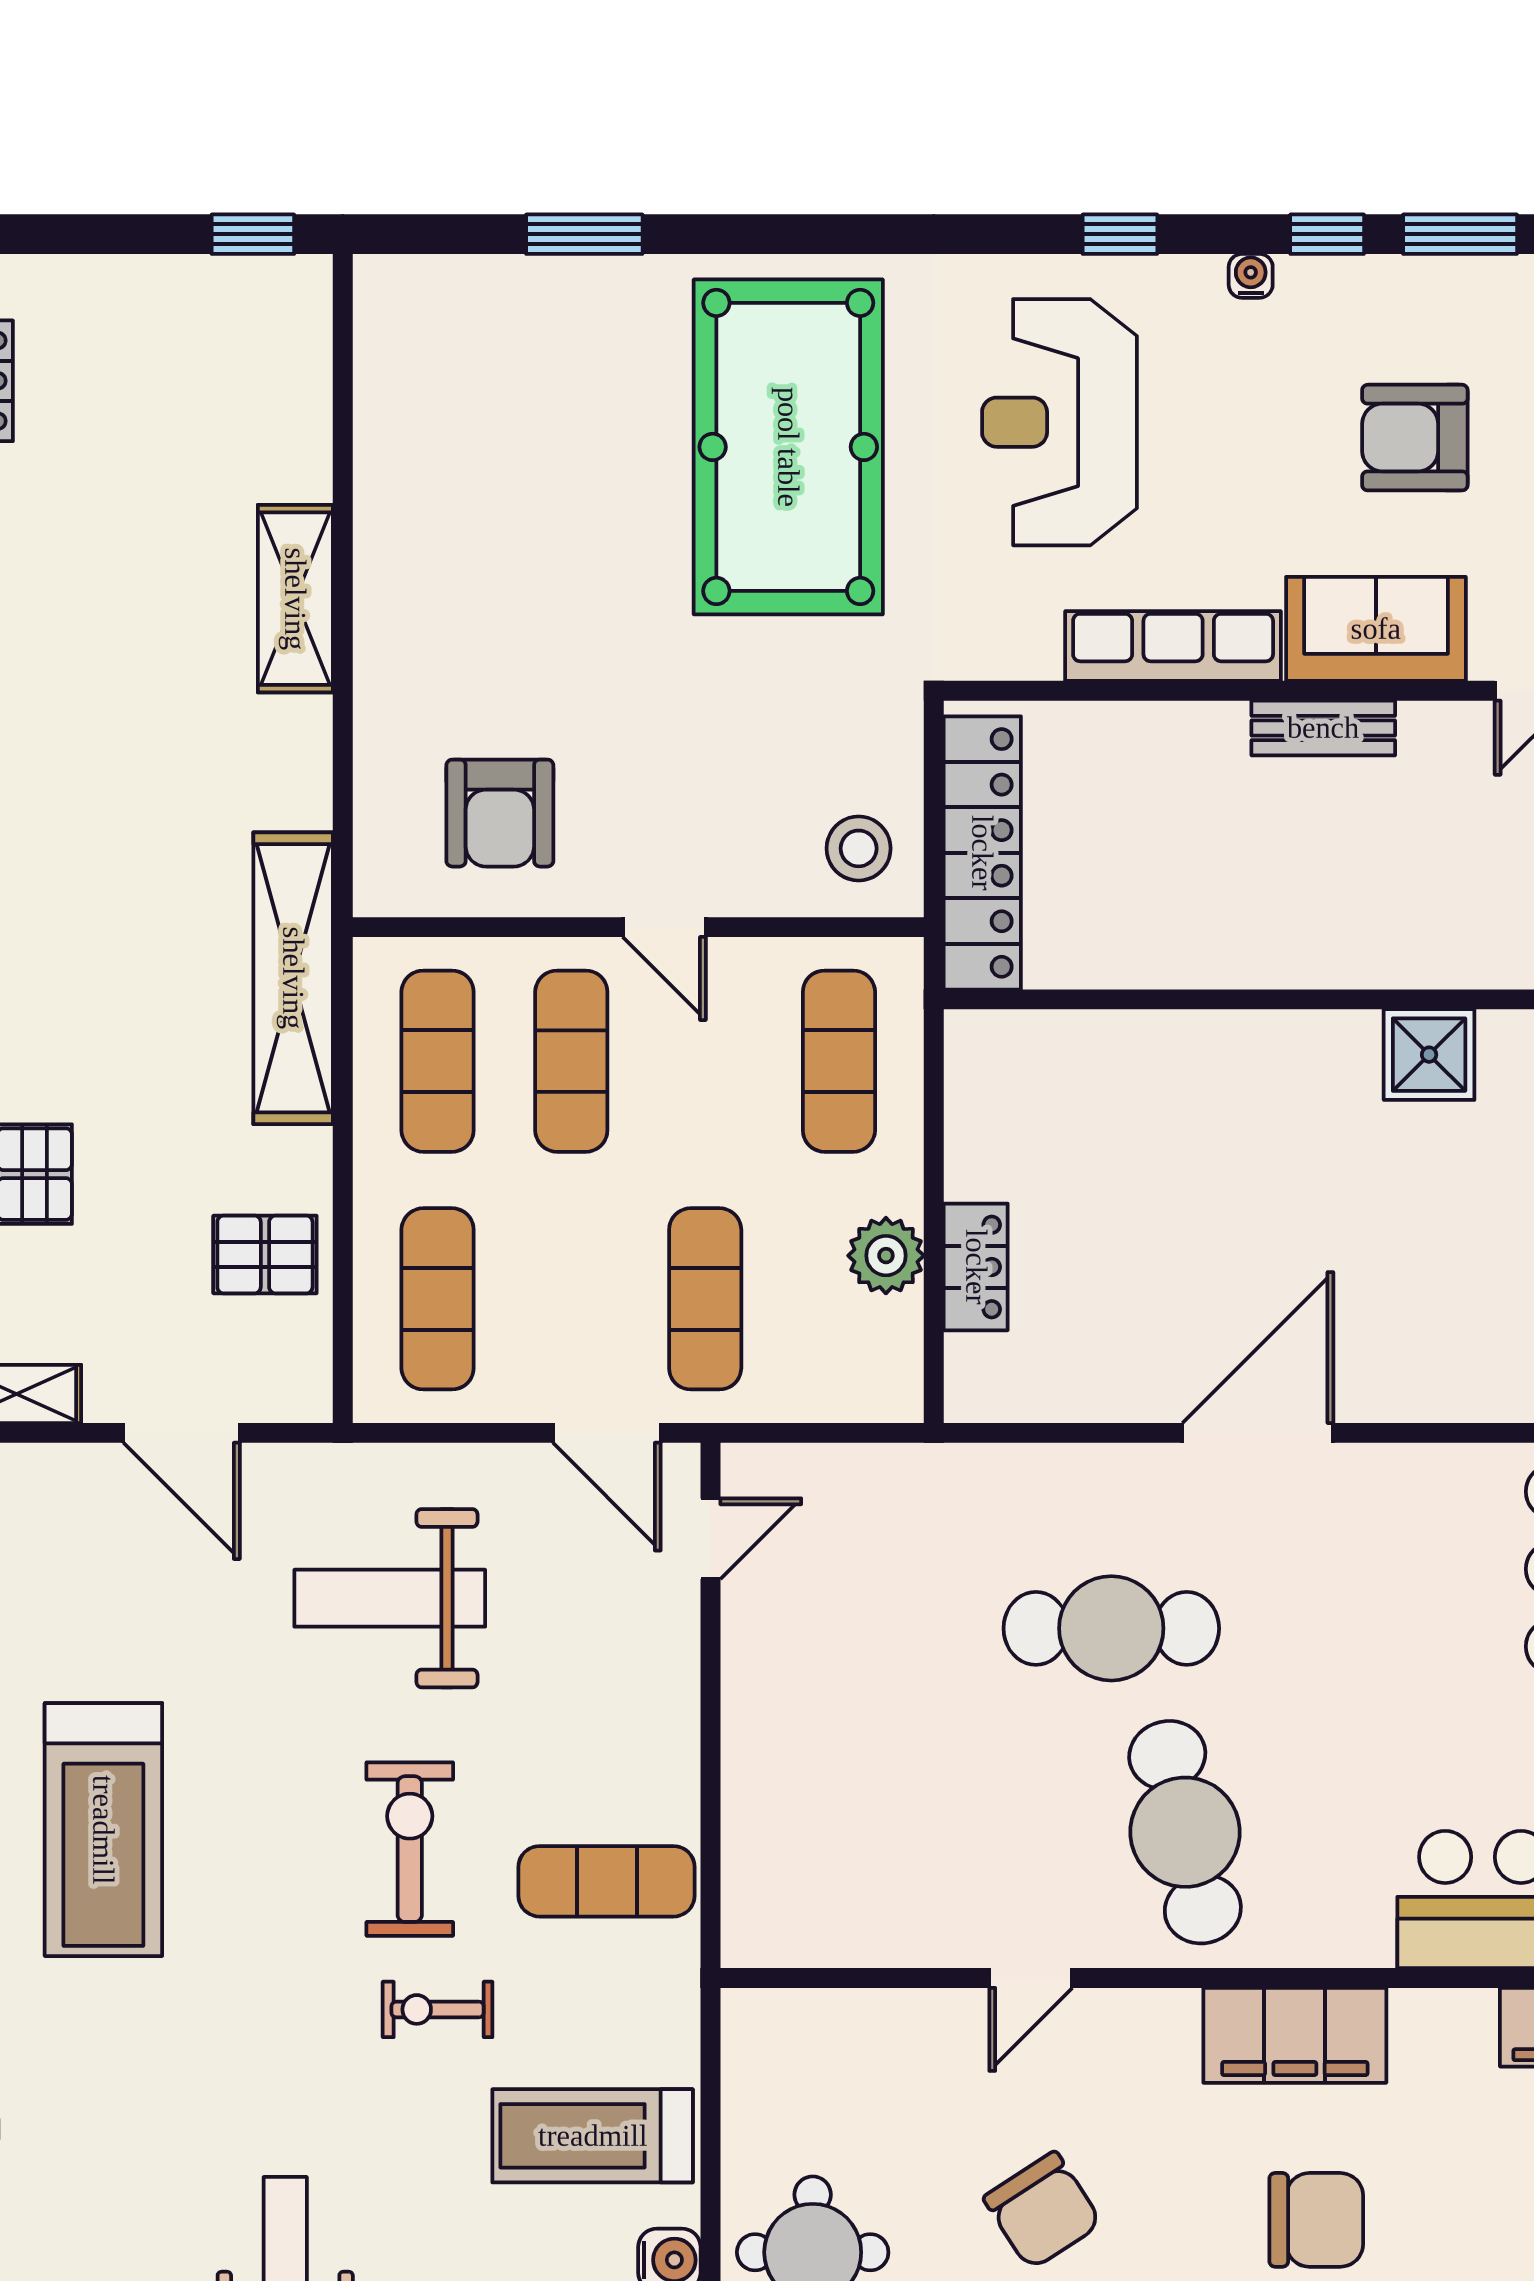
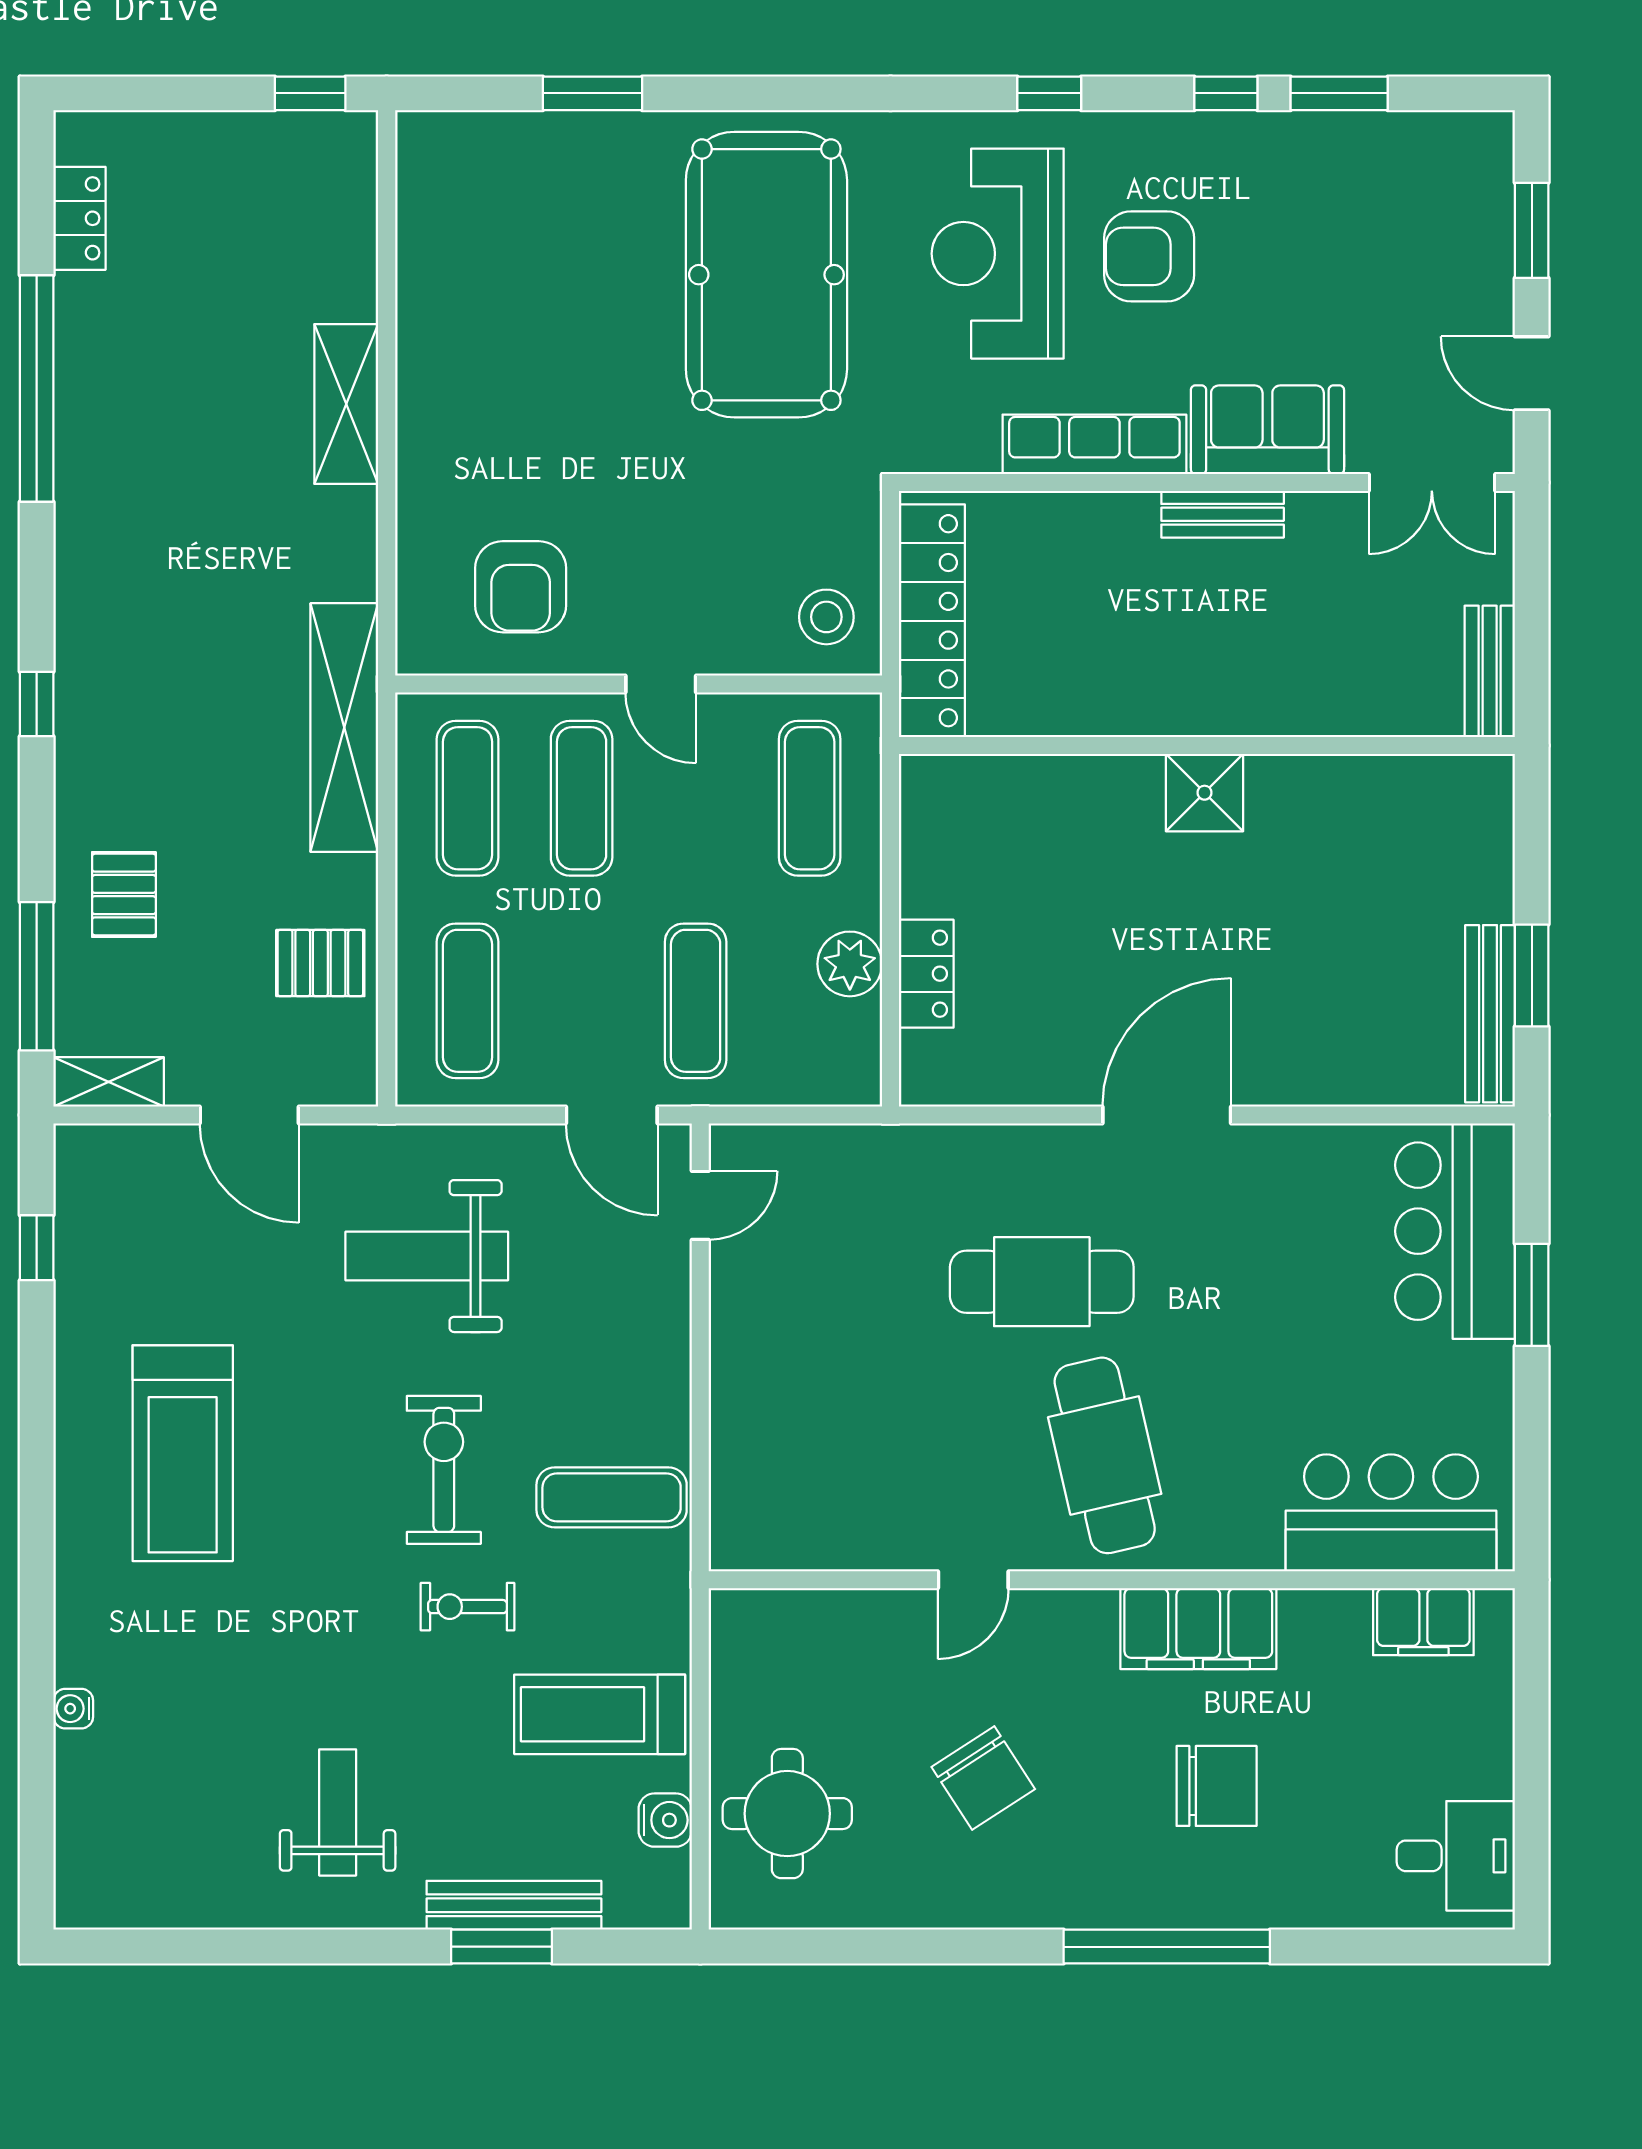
water cooler: (1251, 276) -> (1161, 129), removed
armchair: (1415, 438) -> (1149, 256), moved
shower: (1429, 1055) -> (1205, 793), moved

